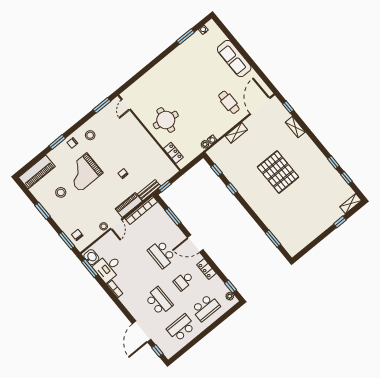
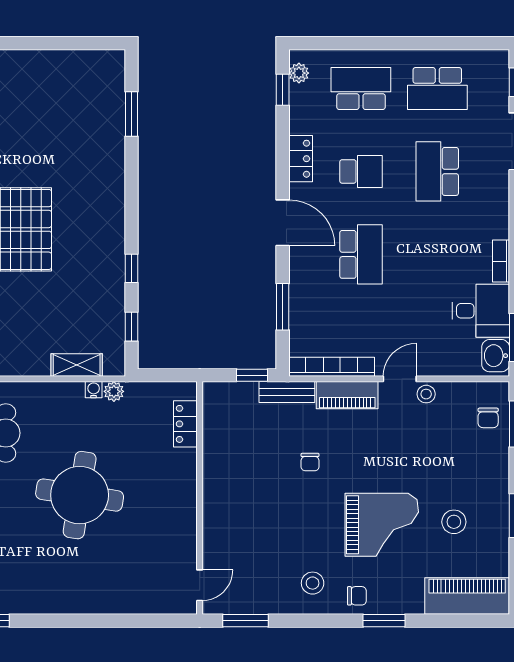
round table: (166, 120) -> (80, 495), moved, width x1.36, depth x1.36
shelving: (236, 133) -> (77, 365), moved

